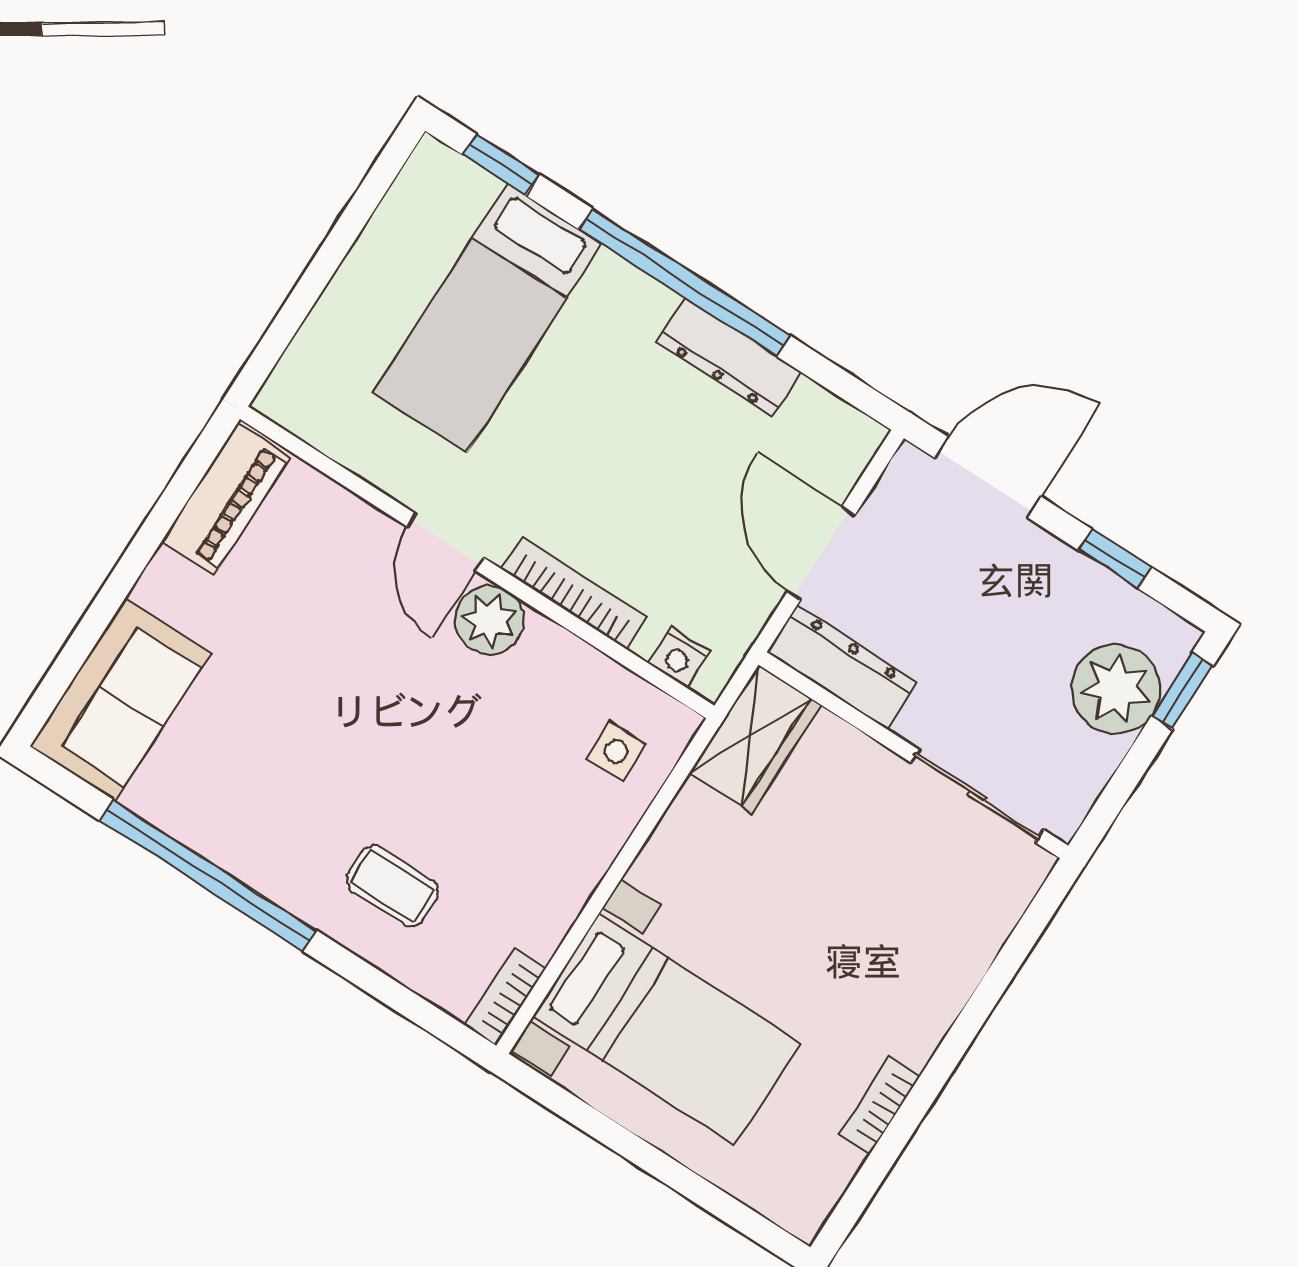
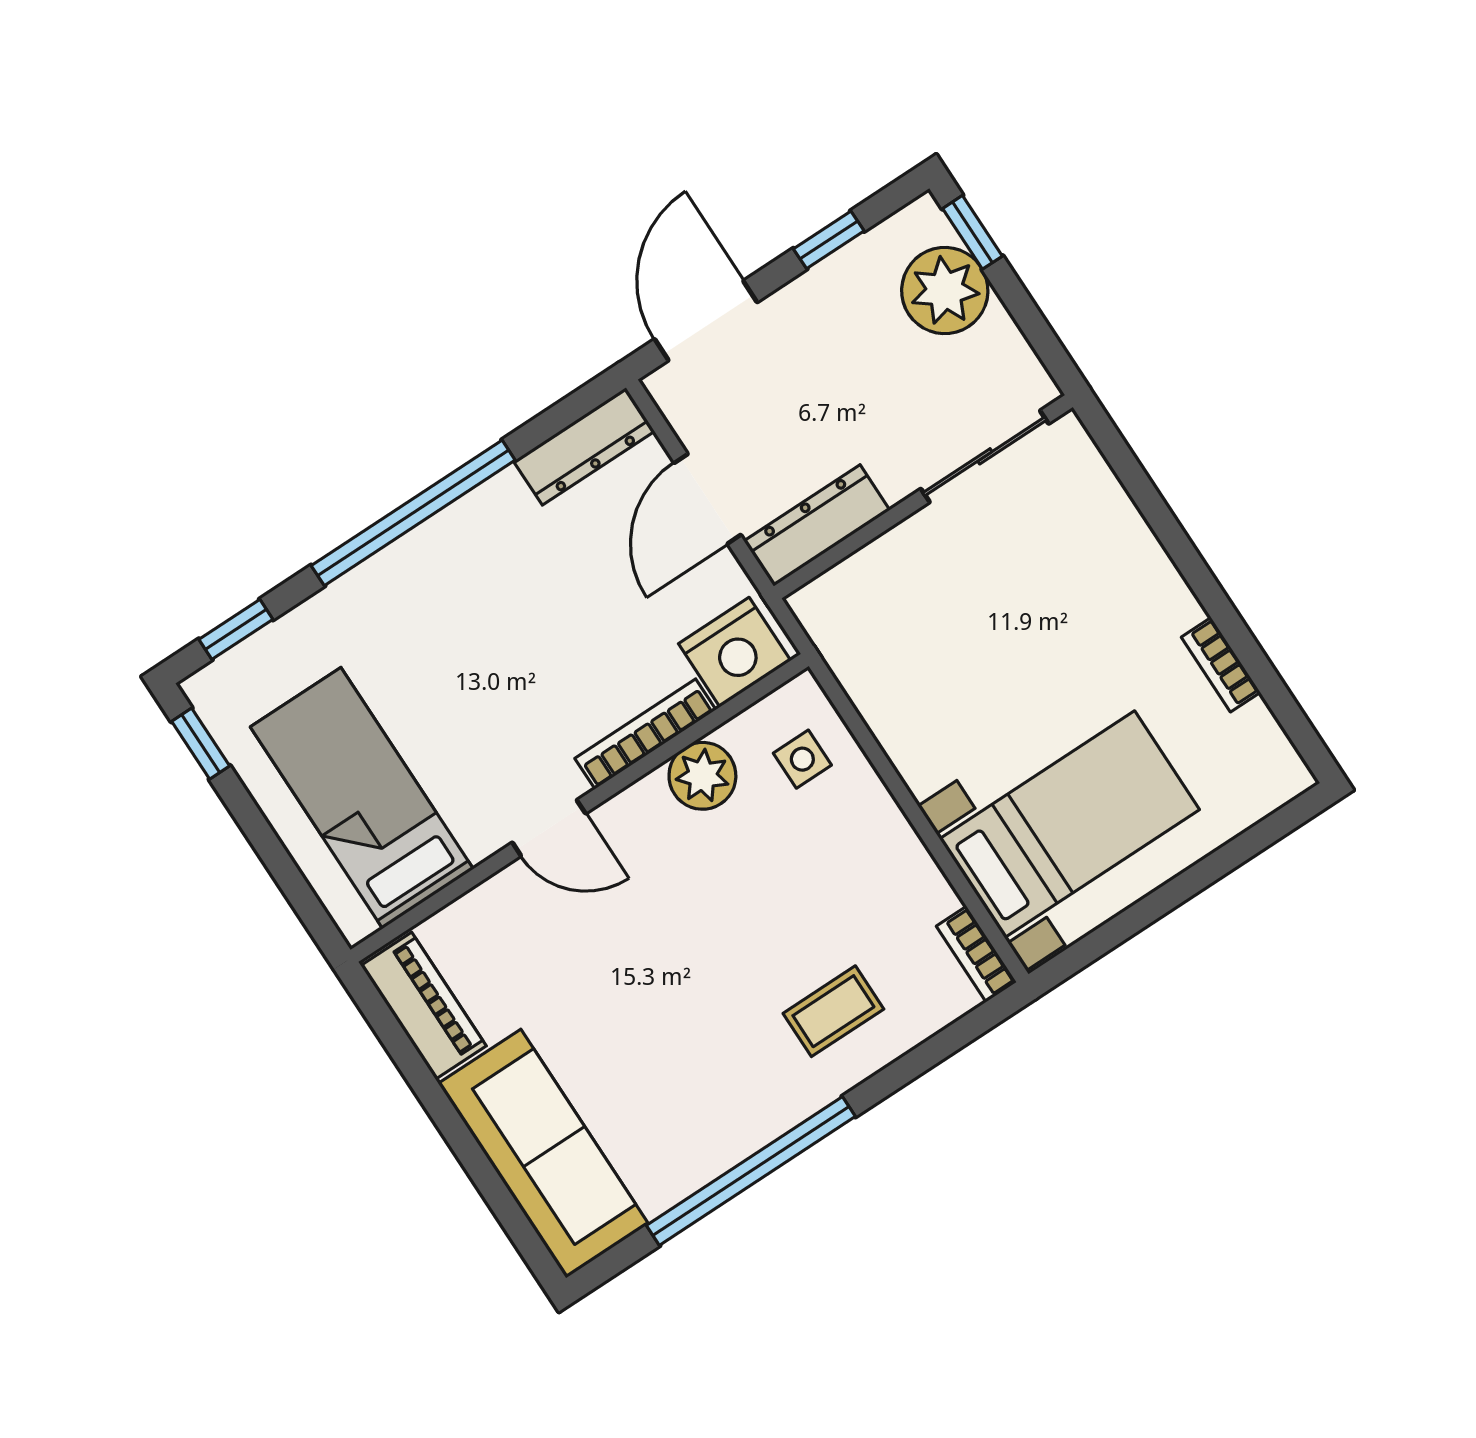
window: (379, 179) -> (201, 744), added
bed: (487, 318) -> (362, 798), moved, turned 180
dresser: (729, 357) -> (584, 446), moved
door: (821, 553) -> (708, 499), hinge flipped
plant: (490, 620) -> (702, 776), moved
nightstand: (679, 657) -> (735, 652), width x1.89, depth x1.79
sofa: (120, 700) -> (543, 1154), width x1.36
wardrobe: (755, 739) -> (846, 631), removed

